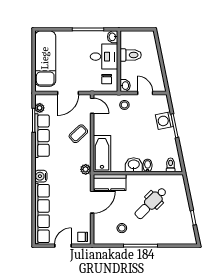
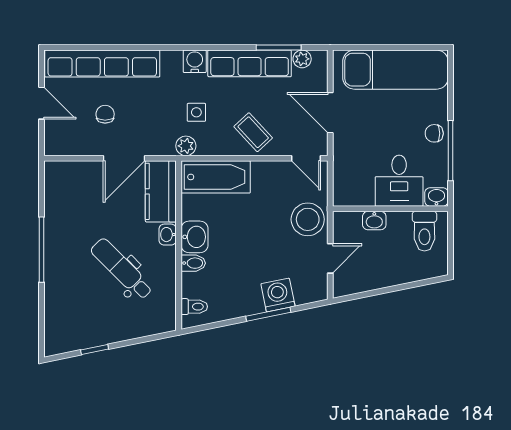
toilet: (131, 55) -> (424, 231), moved
chair: (107, 79) -> (434, 133), moved
washbasin: (125, 86) -> (374, 221), moved
stool: (124, 105) -> (308, 219), width x1.89, depth x1.89
door: (92, 106) -> (306, 158), hinge flipped
side table: (68, 164) -> (196, 112), added
water cooler: (41, 176) -> (195, 61), moved
washbasin: (132, 179) -> (168, 235), added
door: (92, 202) -> (124, 158), hinge flipped
stool: (122, 228) -> (75, 214), removed
chair: (83, 237) -> (105, 114), moved

